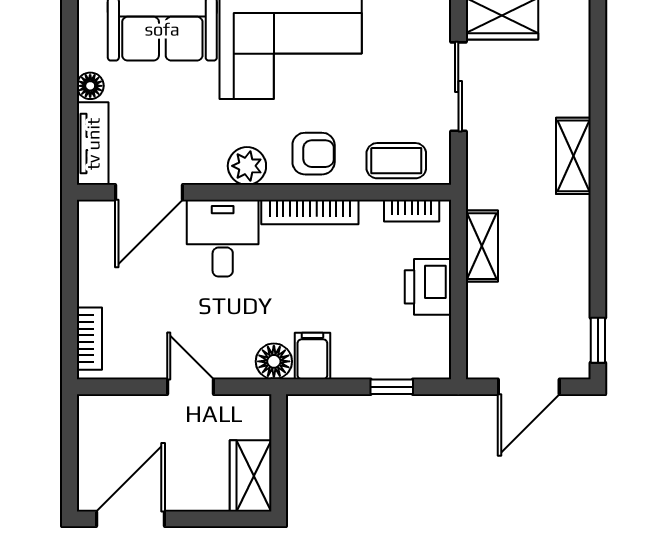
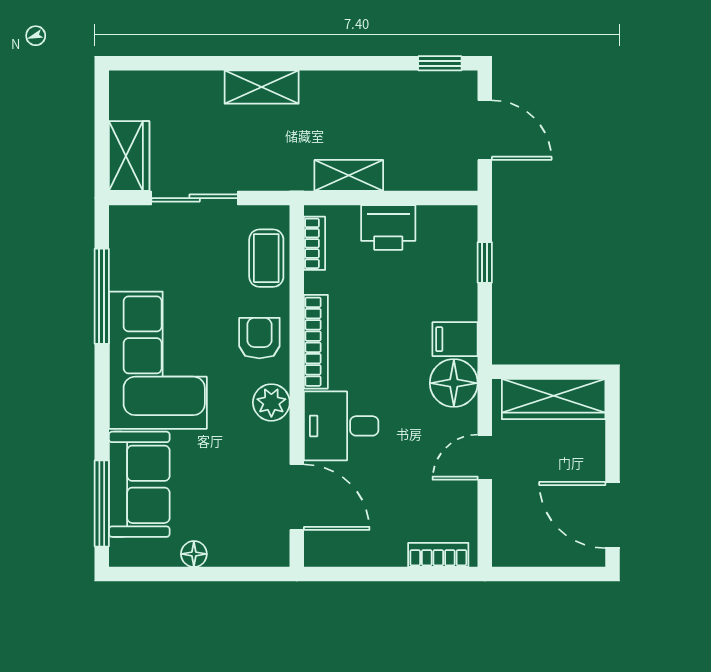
tv unit: (93, 144) -> (250, 552), removed
floor lamp: (274, 361) -> (454, 383), width x1.38, depth x1.38
wardrobe: (251, 476) -> (554, 399), width x1.50

